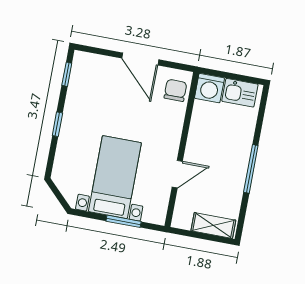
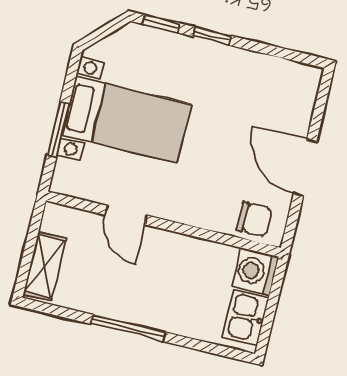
door: (140, 59) -> (305, 168), hinge flipped
window: (67, 74) -> (161, 24), moved

